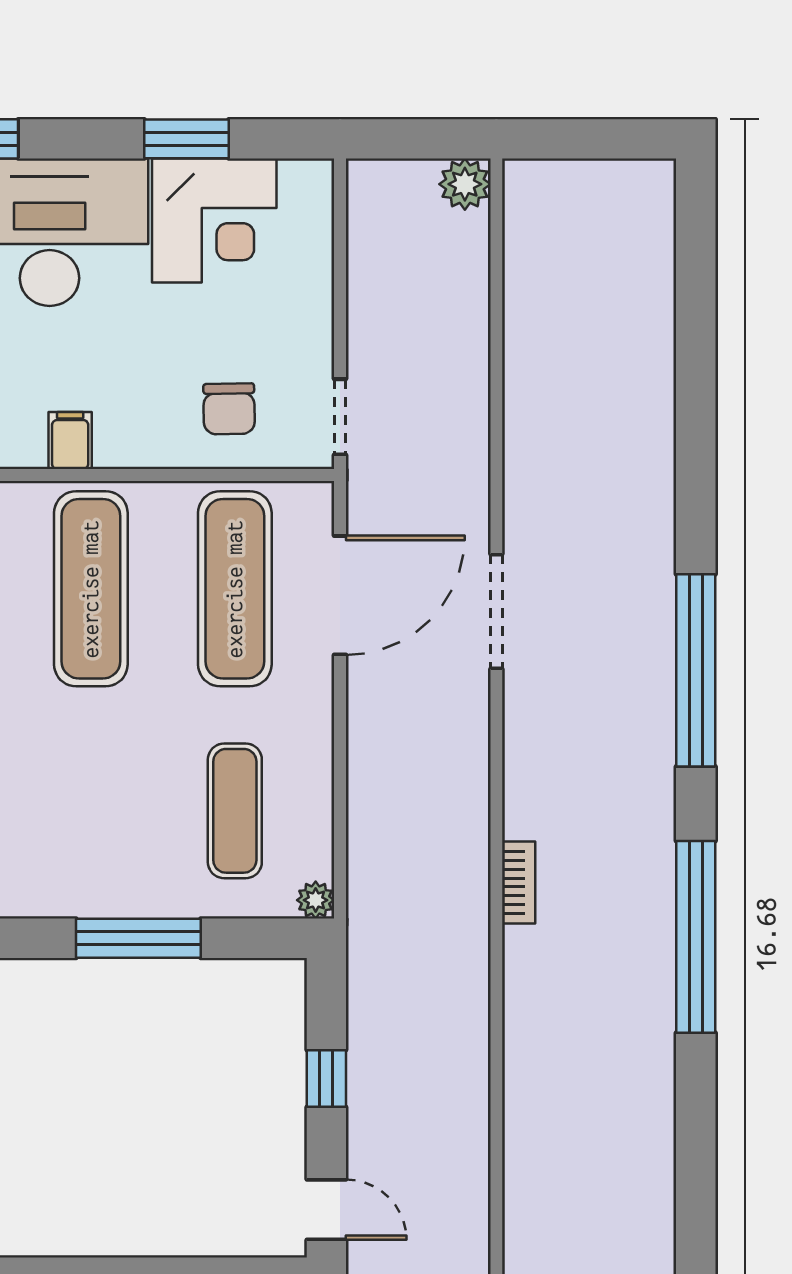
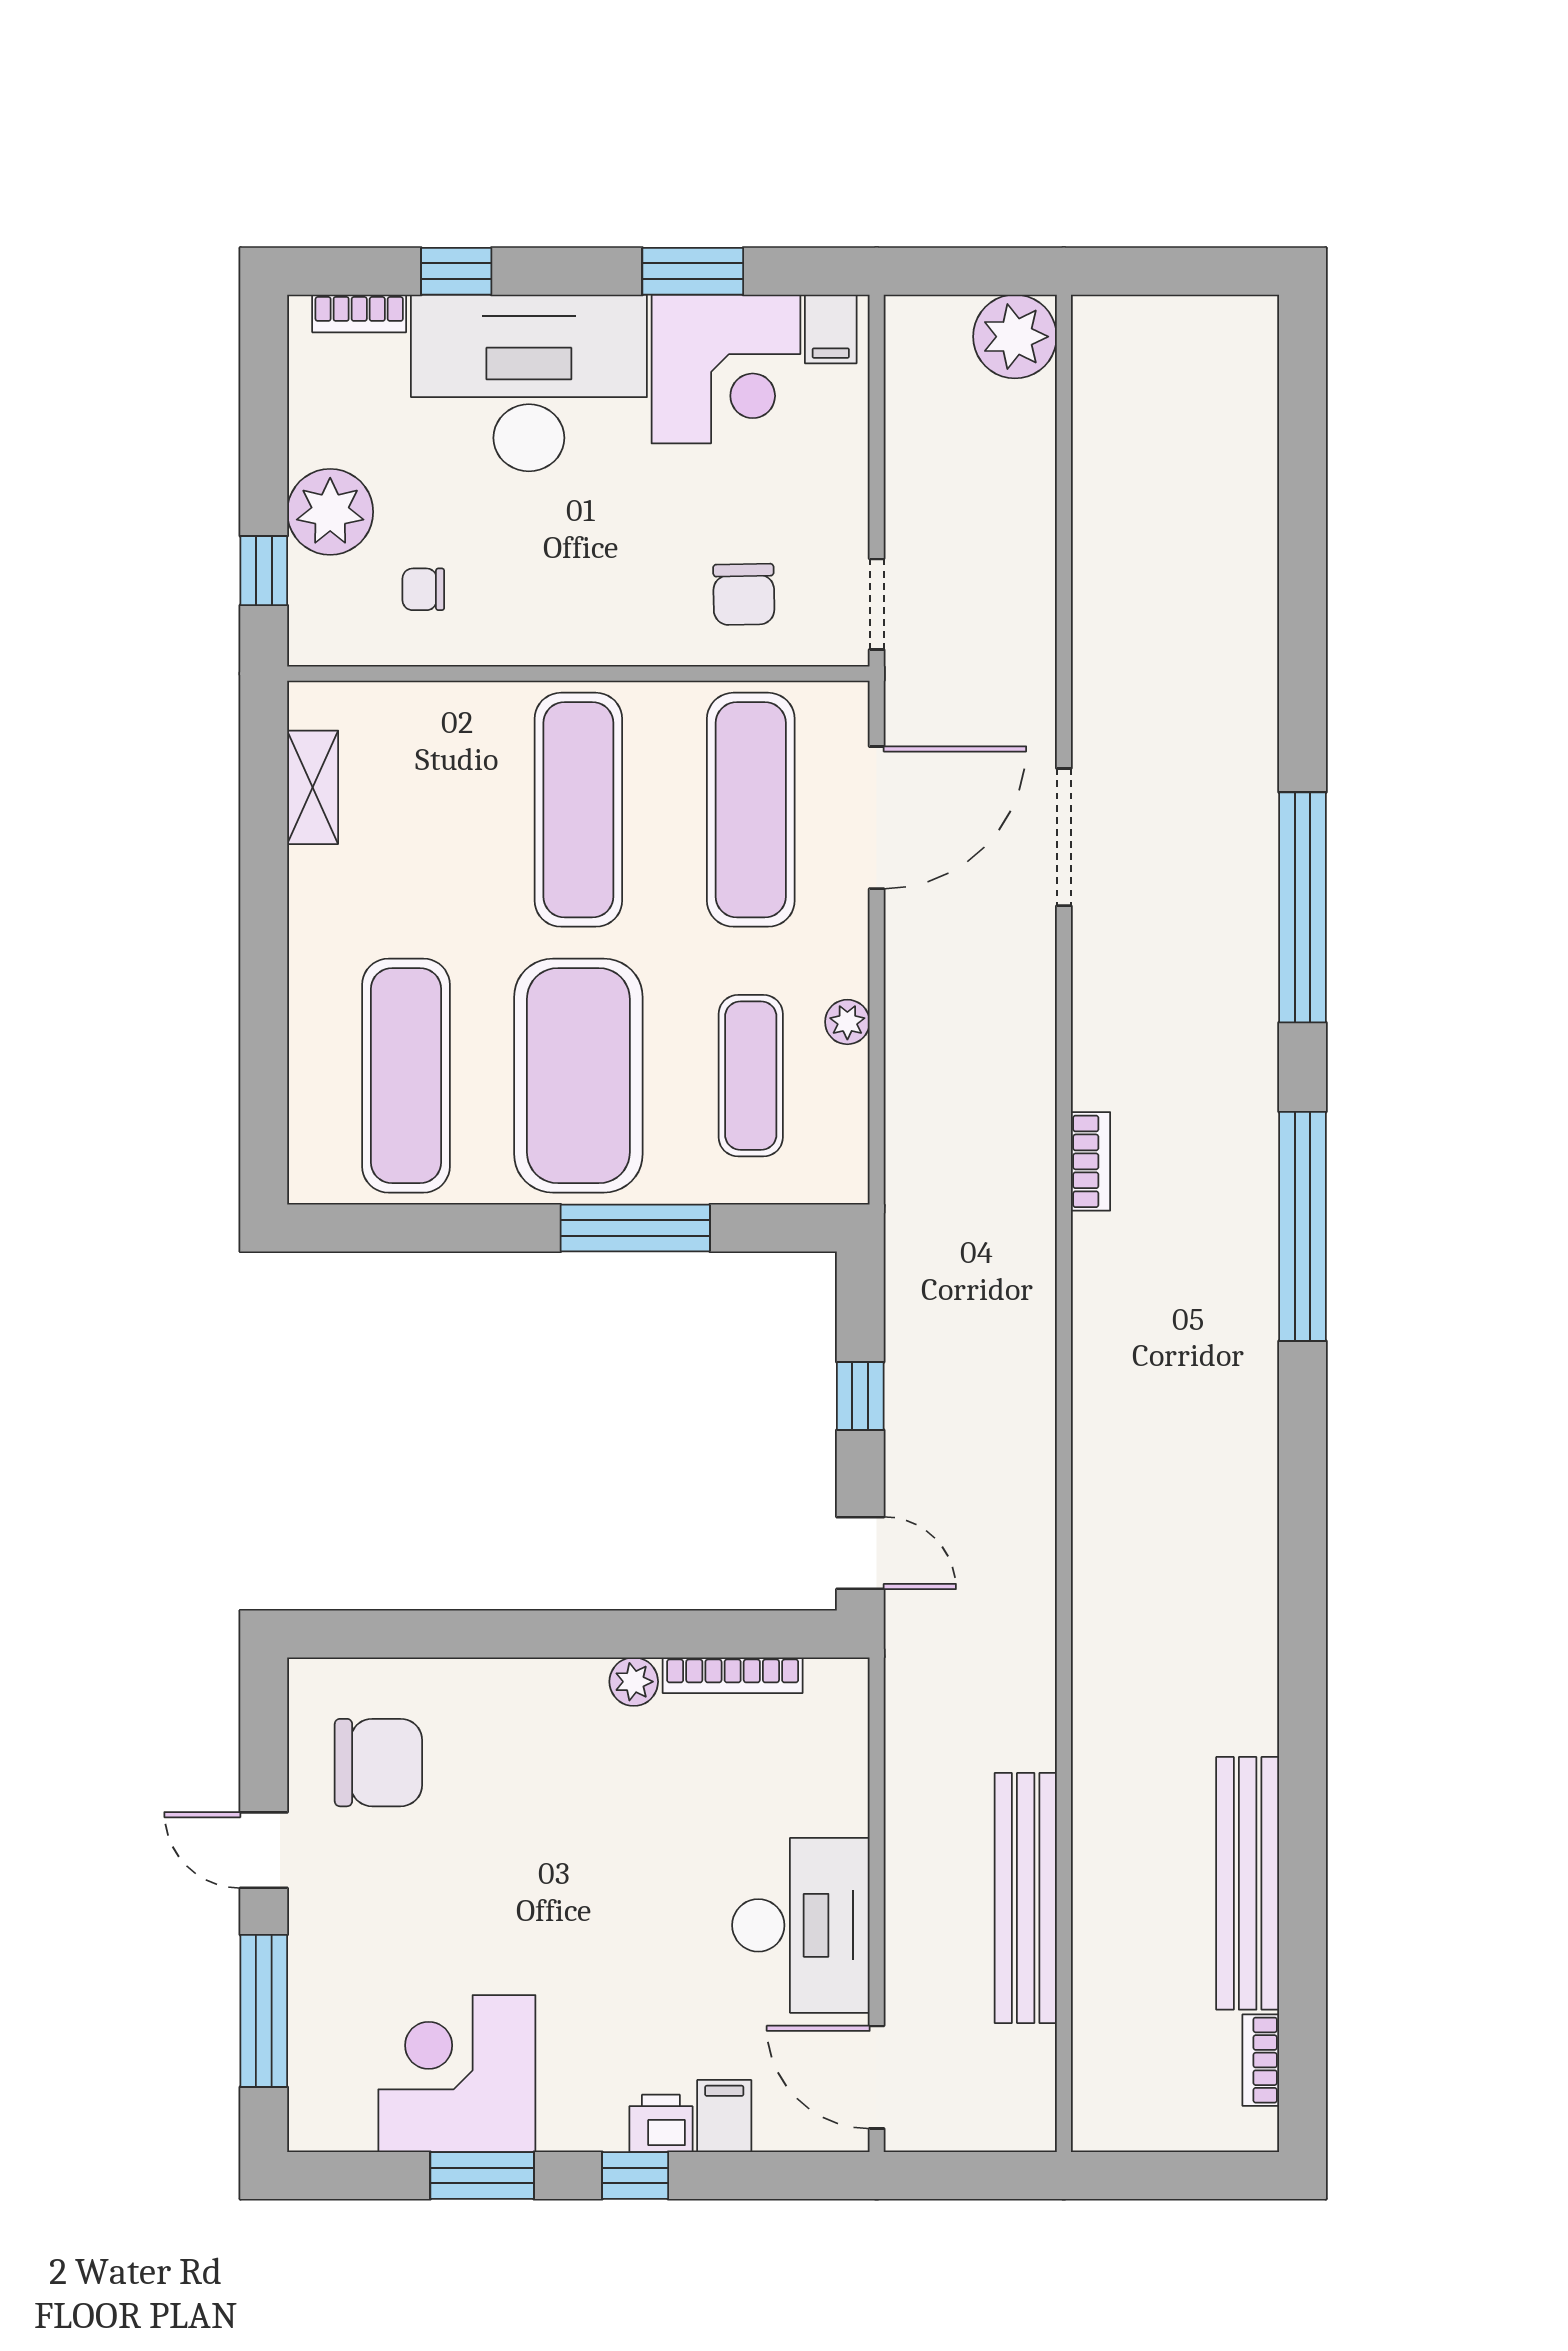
plant: (465, 184) -> (1015, 337), width x1.36, depth x1.36
filing cabinet: (70, 440) -> (831, 329), moved, turned 180
exercise mat: (91, 811) -> (578, 1076), added
plant: (316, 900) -> (847, 1022), moved

